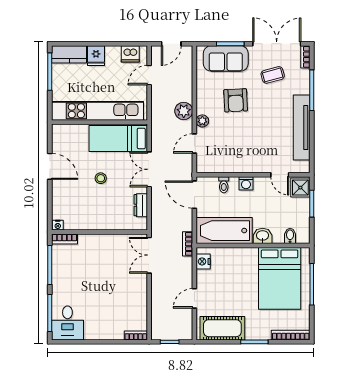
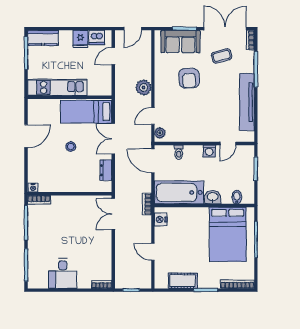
fridge: (96, 56) -> (80, 39), moved
kitchen unit: (97, 111) -> (57, 87), width x0.73
plant: (202, 121) -> (160, 133), moved
door: (50, 166) -> (26, 136), hinge flipped
door: (280, 175) -> (228, 143), hinge flipped
washing machine: (246, 183) -> (209, 151), moved
shower: (300, 188) -> (246, 155), removed
door: (194, 298) -> (153, 252), hinge flipped
desk: (67, 323) -> (63, 273), moved
cot: (222, 328) -> (183, 281), width x0.73, depth x0.75

